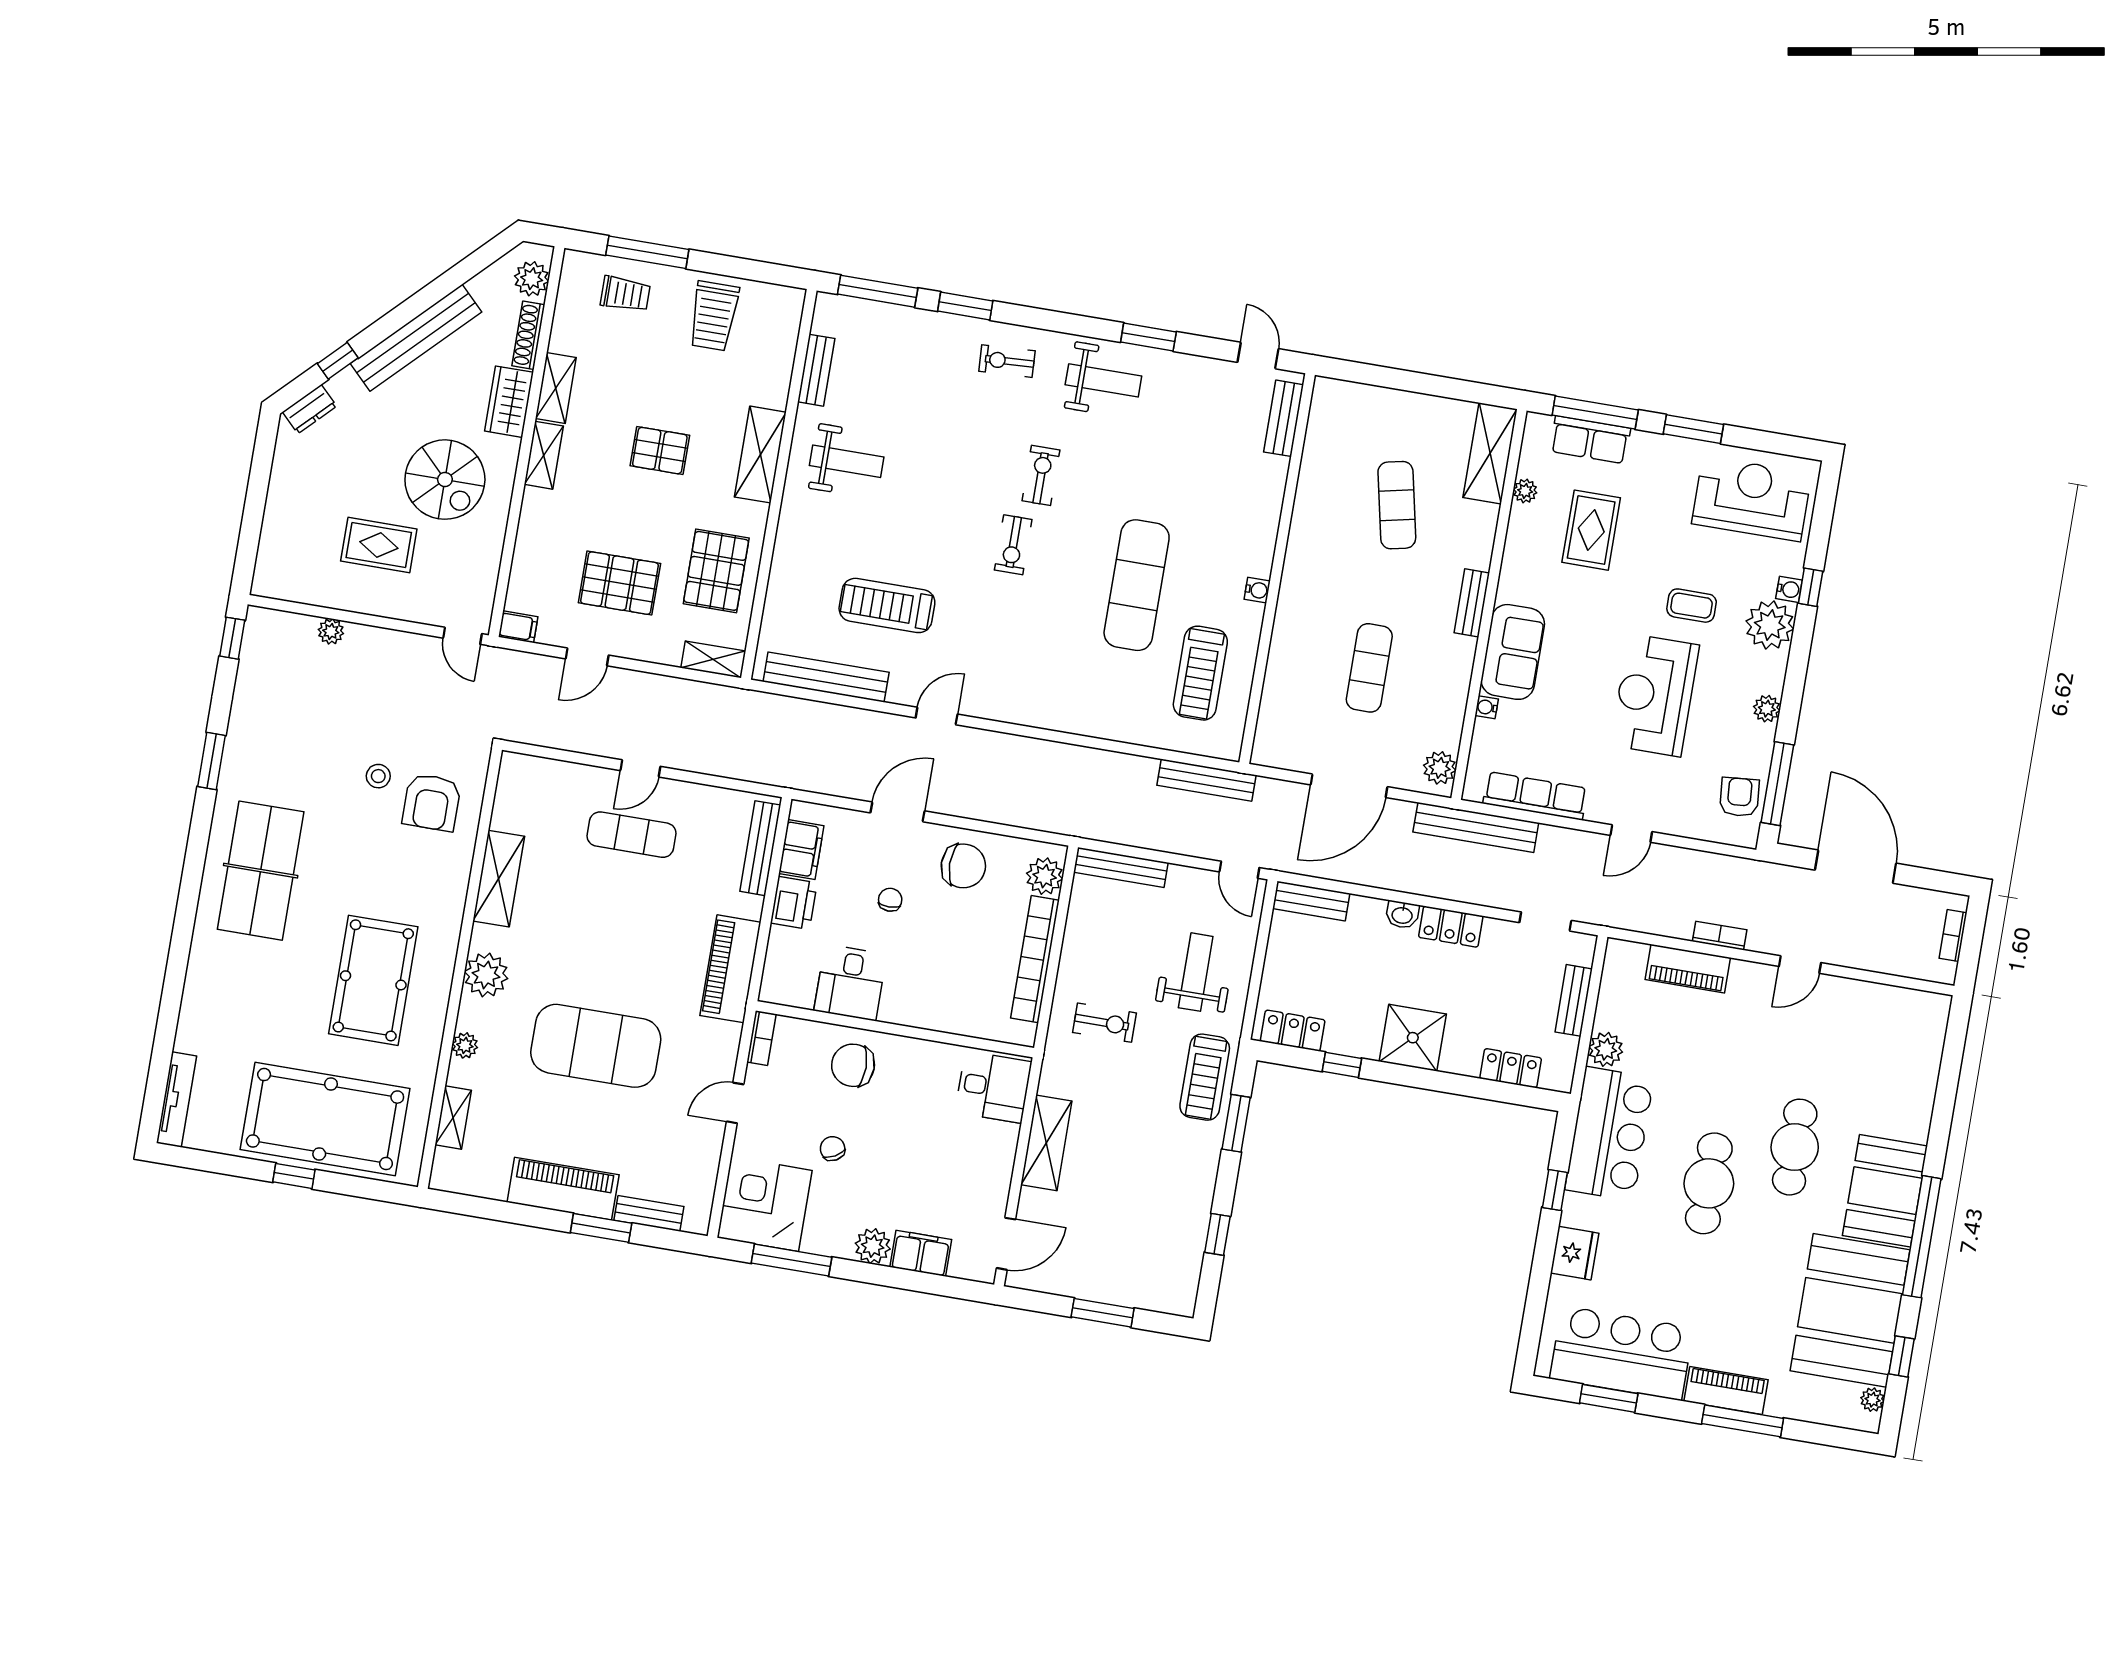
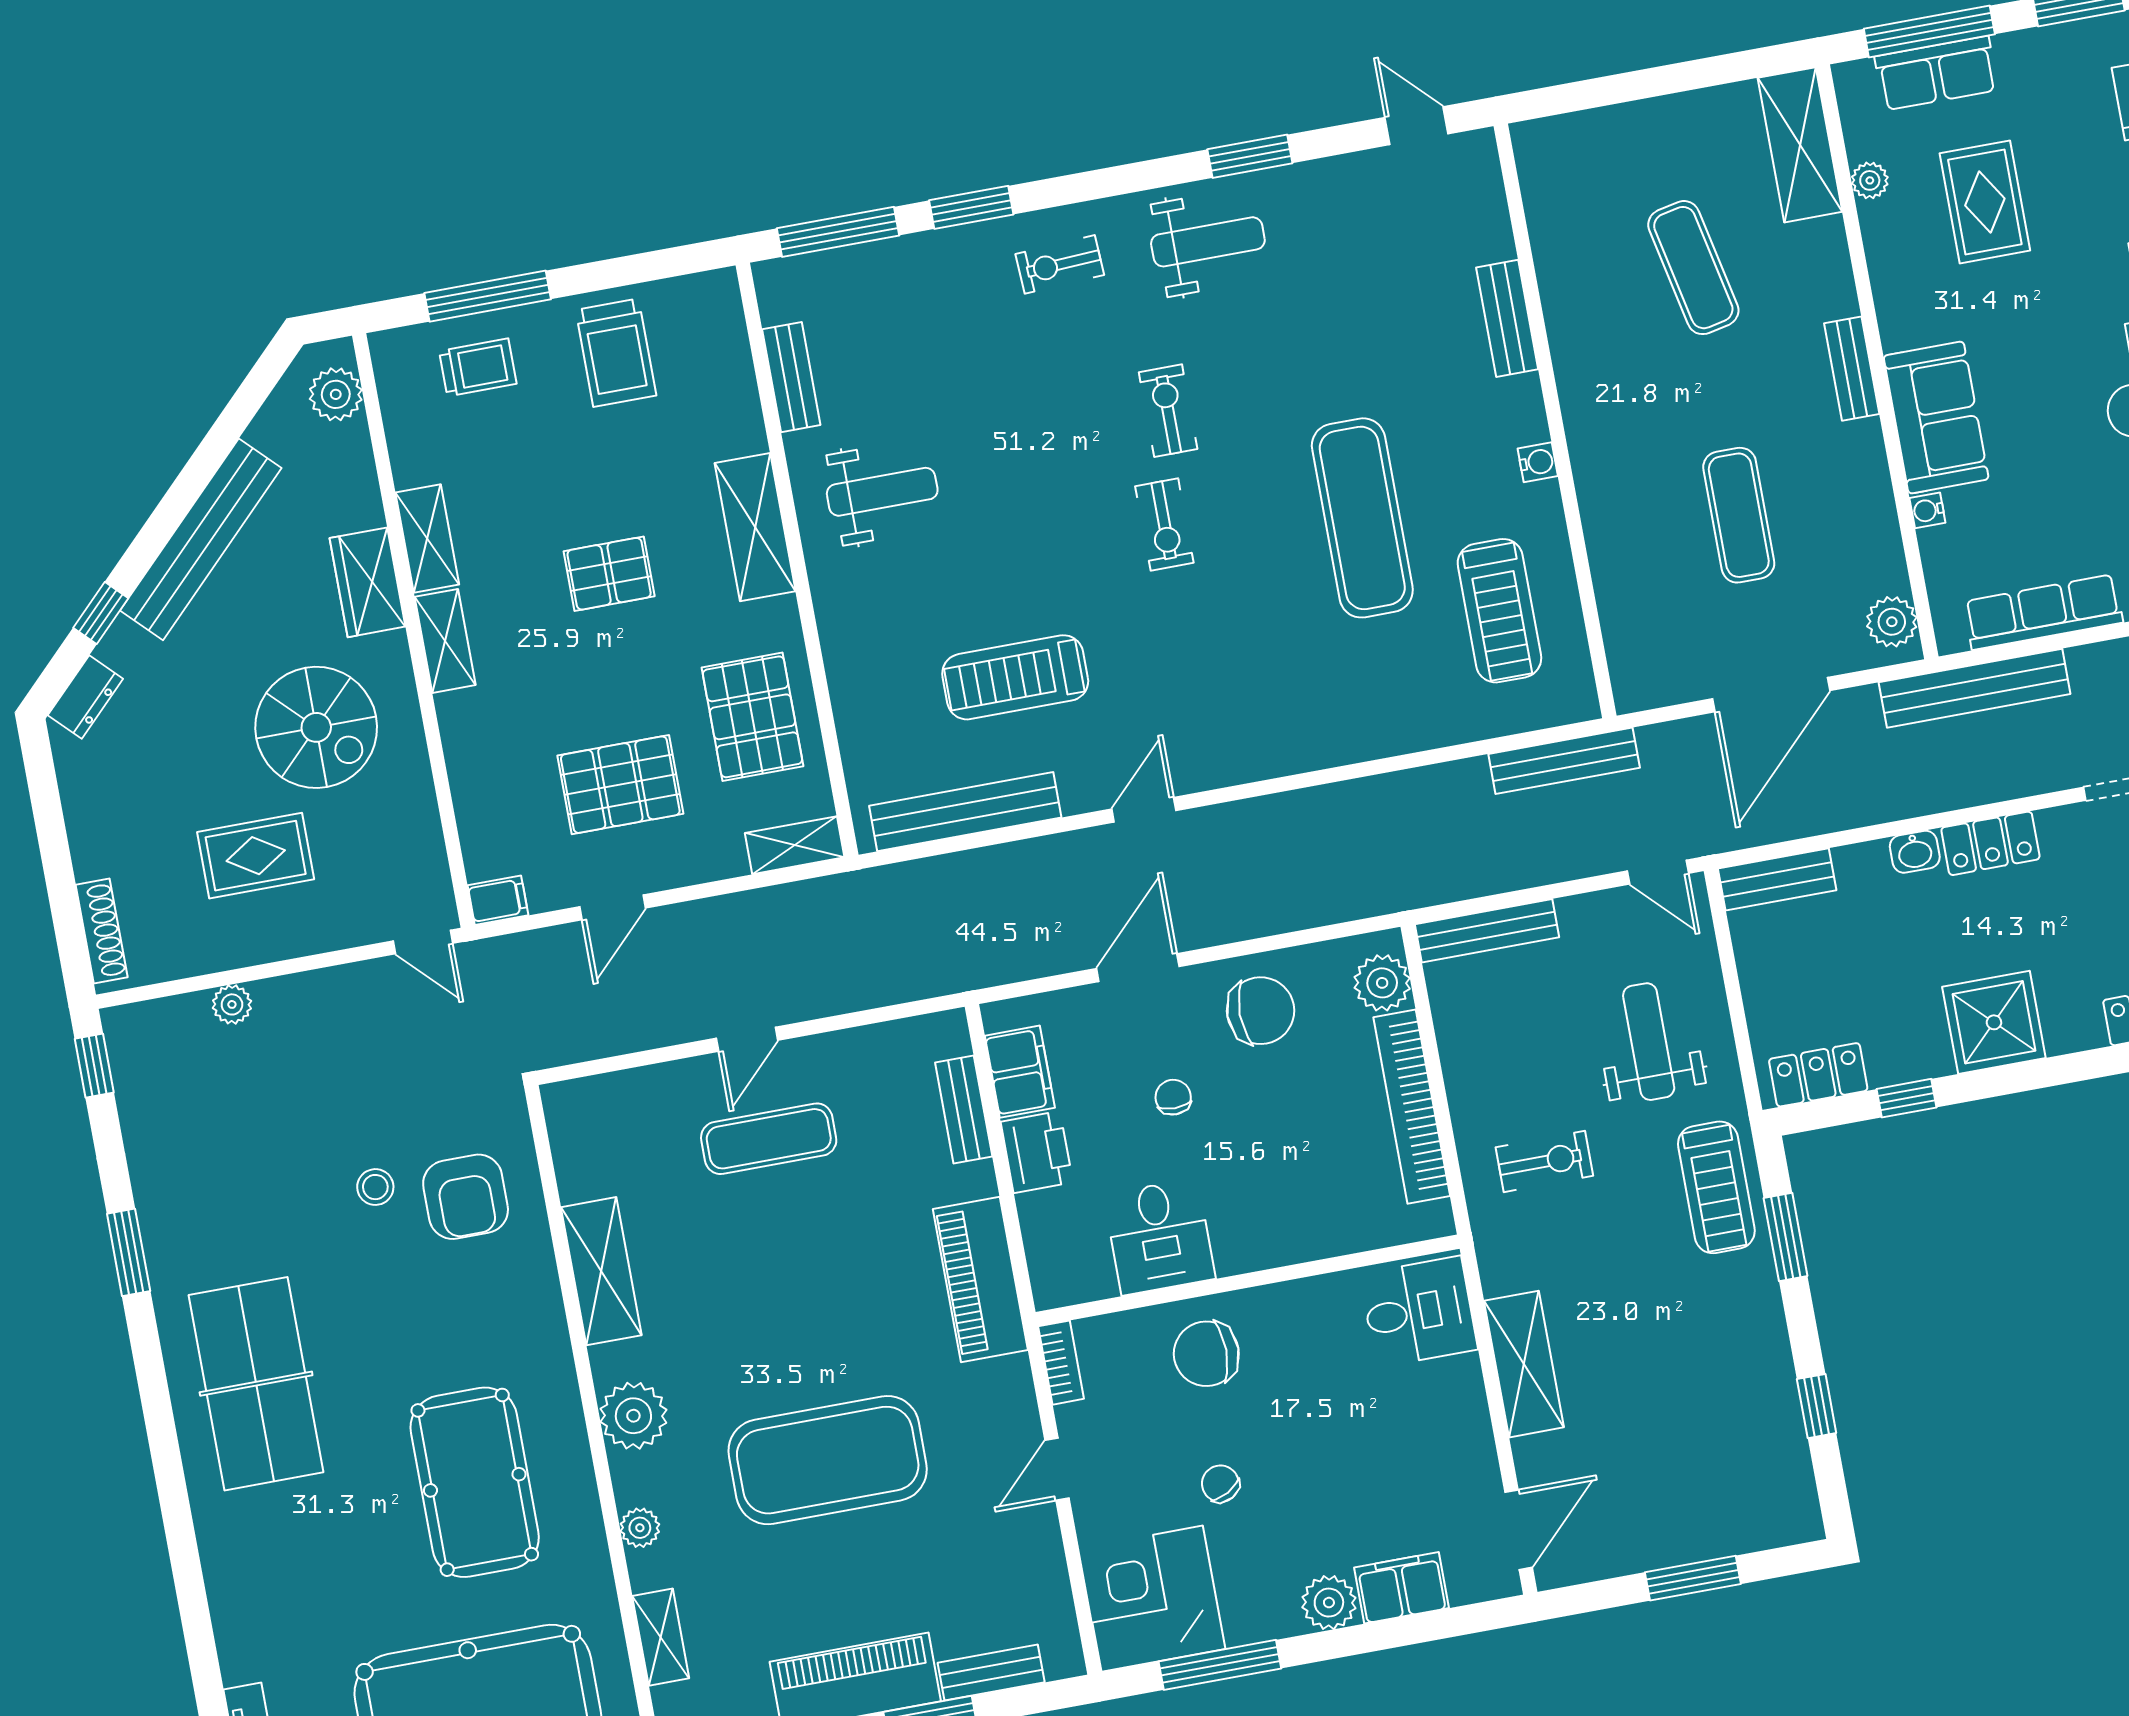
shoe rack: (528, 335) -> (102, 931), moved, turned 180
bench: (1284, 418) -> (1507, 318), moved
bench: (760, 848) -> (964, 1110), width x0.73

